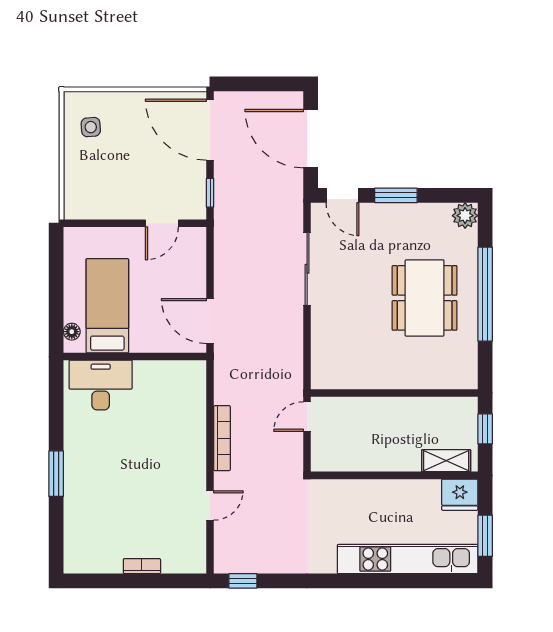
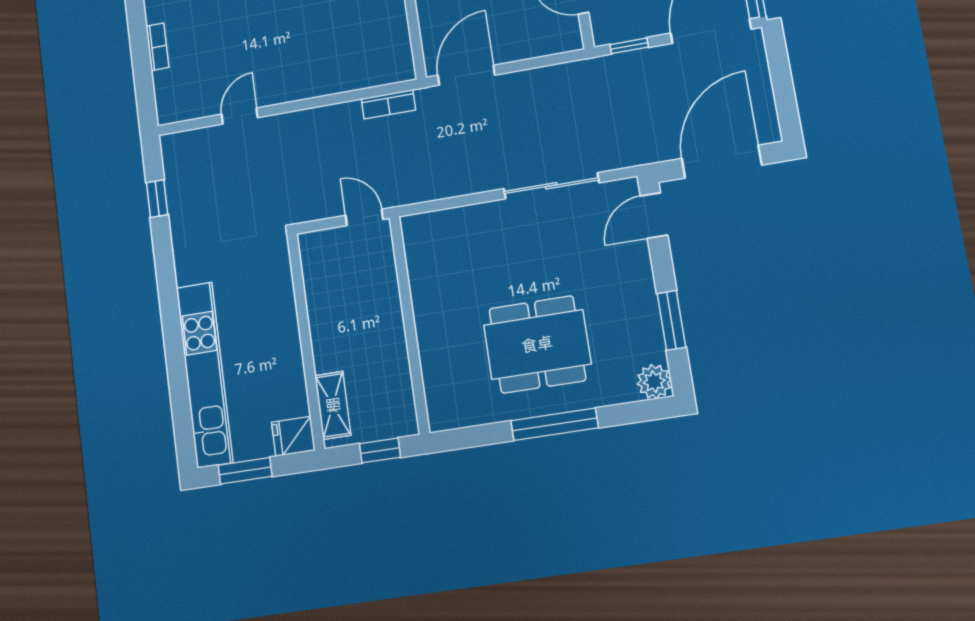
window: (396, 195) -> (671, 320), moved
window: (485, 294) -> (555, 424), width x0.68
bookcase: (222, 438) -> (388, 104), moved, width x0.64
fridge: (460, 495) -> (293, 436), width x0.72
door: (210, 505) -> (240, 116), swing flipped
window: (243, 581) -> (157, 199), moved

